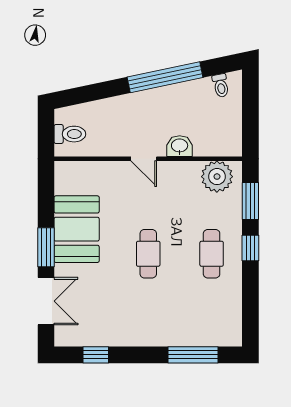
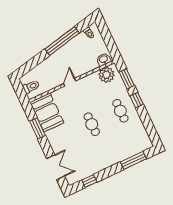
washbasin: (180, 146) -> (104, 59), moved
door: (144, 159) -> (70, 82), swing flipped
booth: (77, 229) -> (47, 112), moved
window: (46, 247) -> (37, 128), moved

